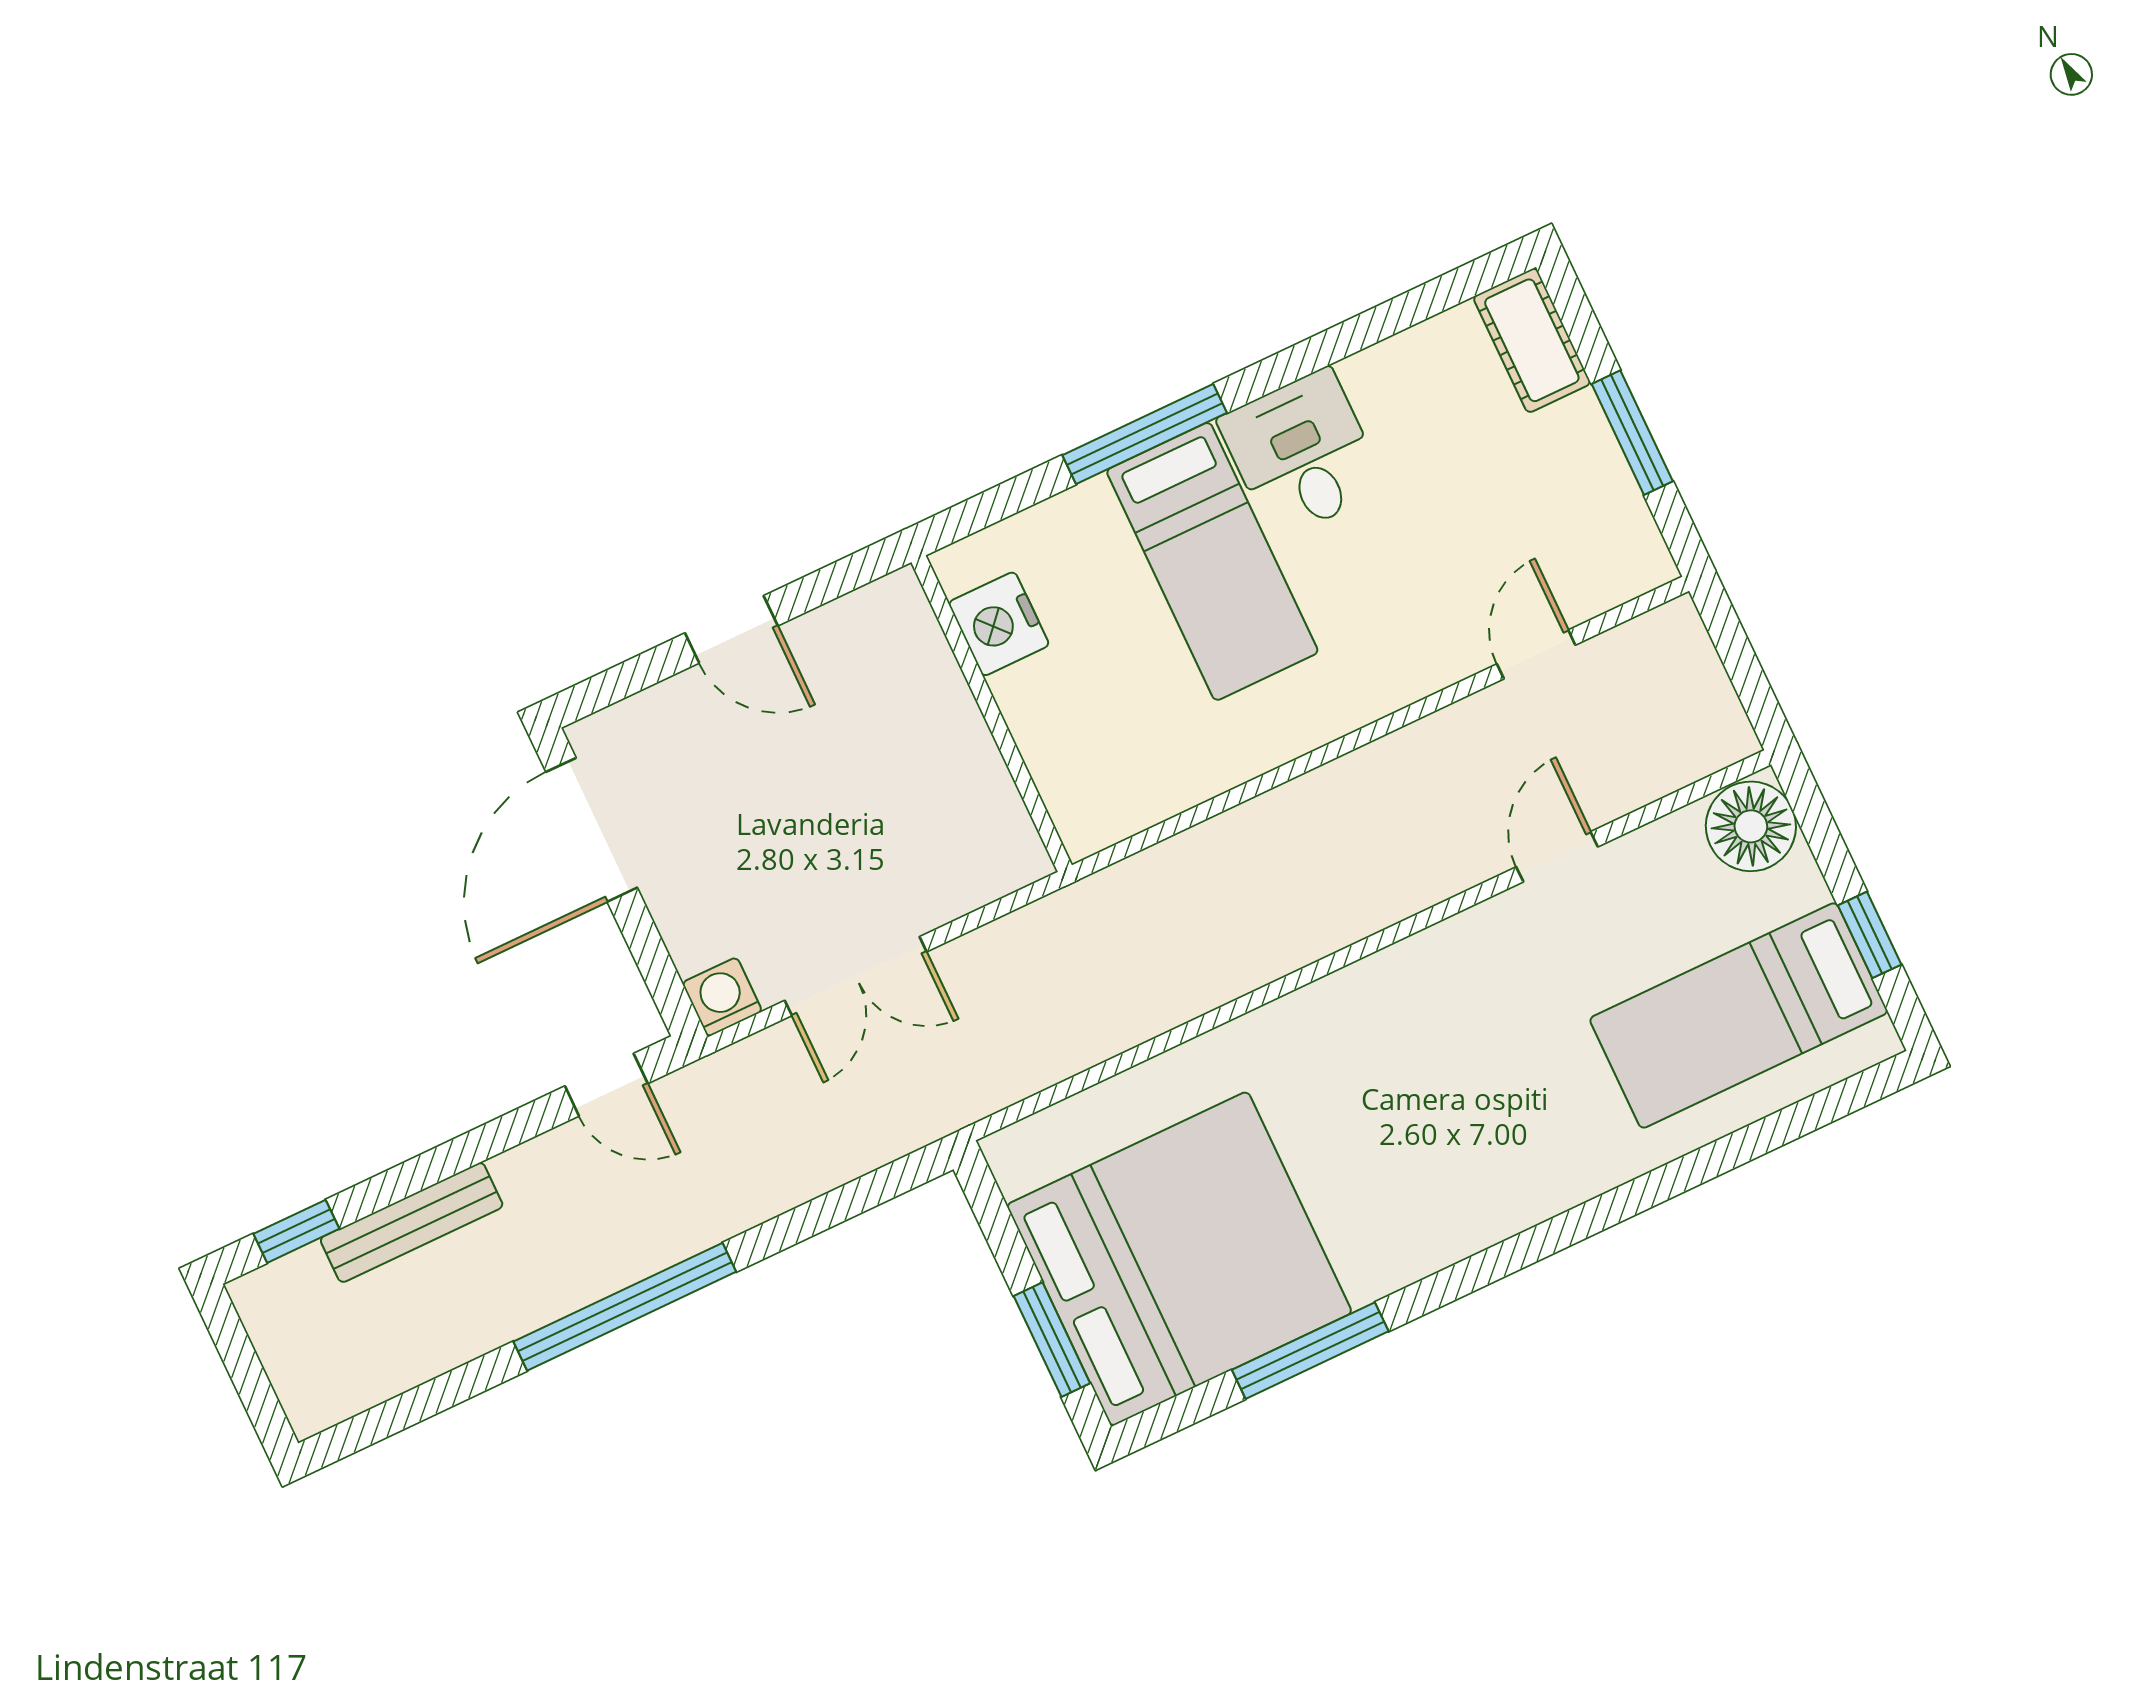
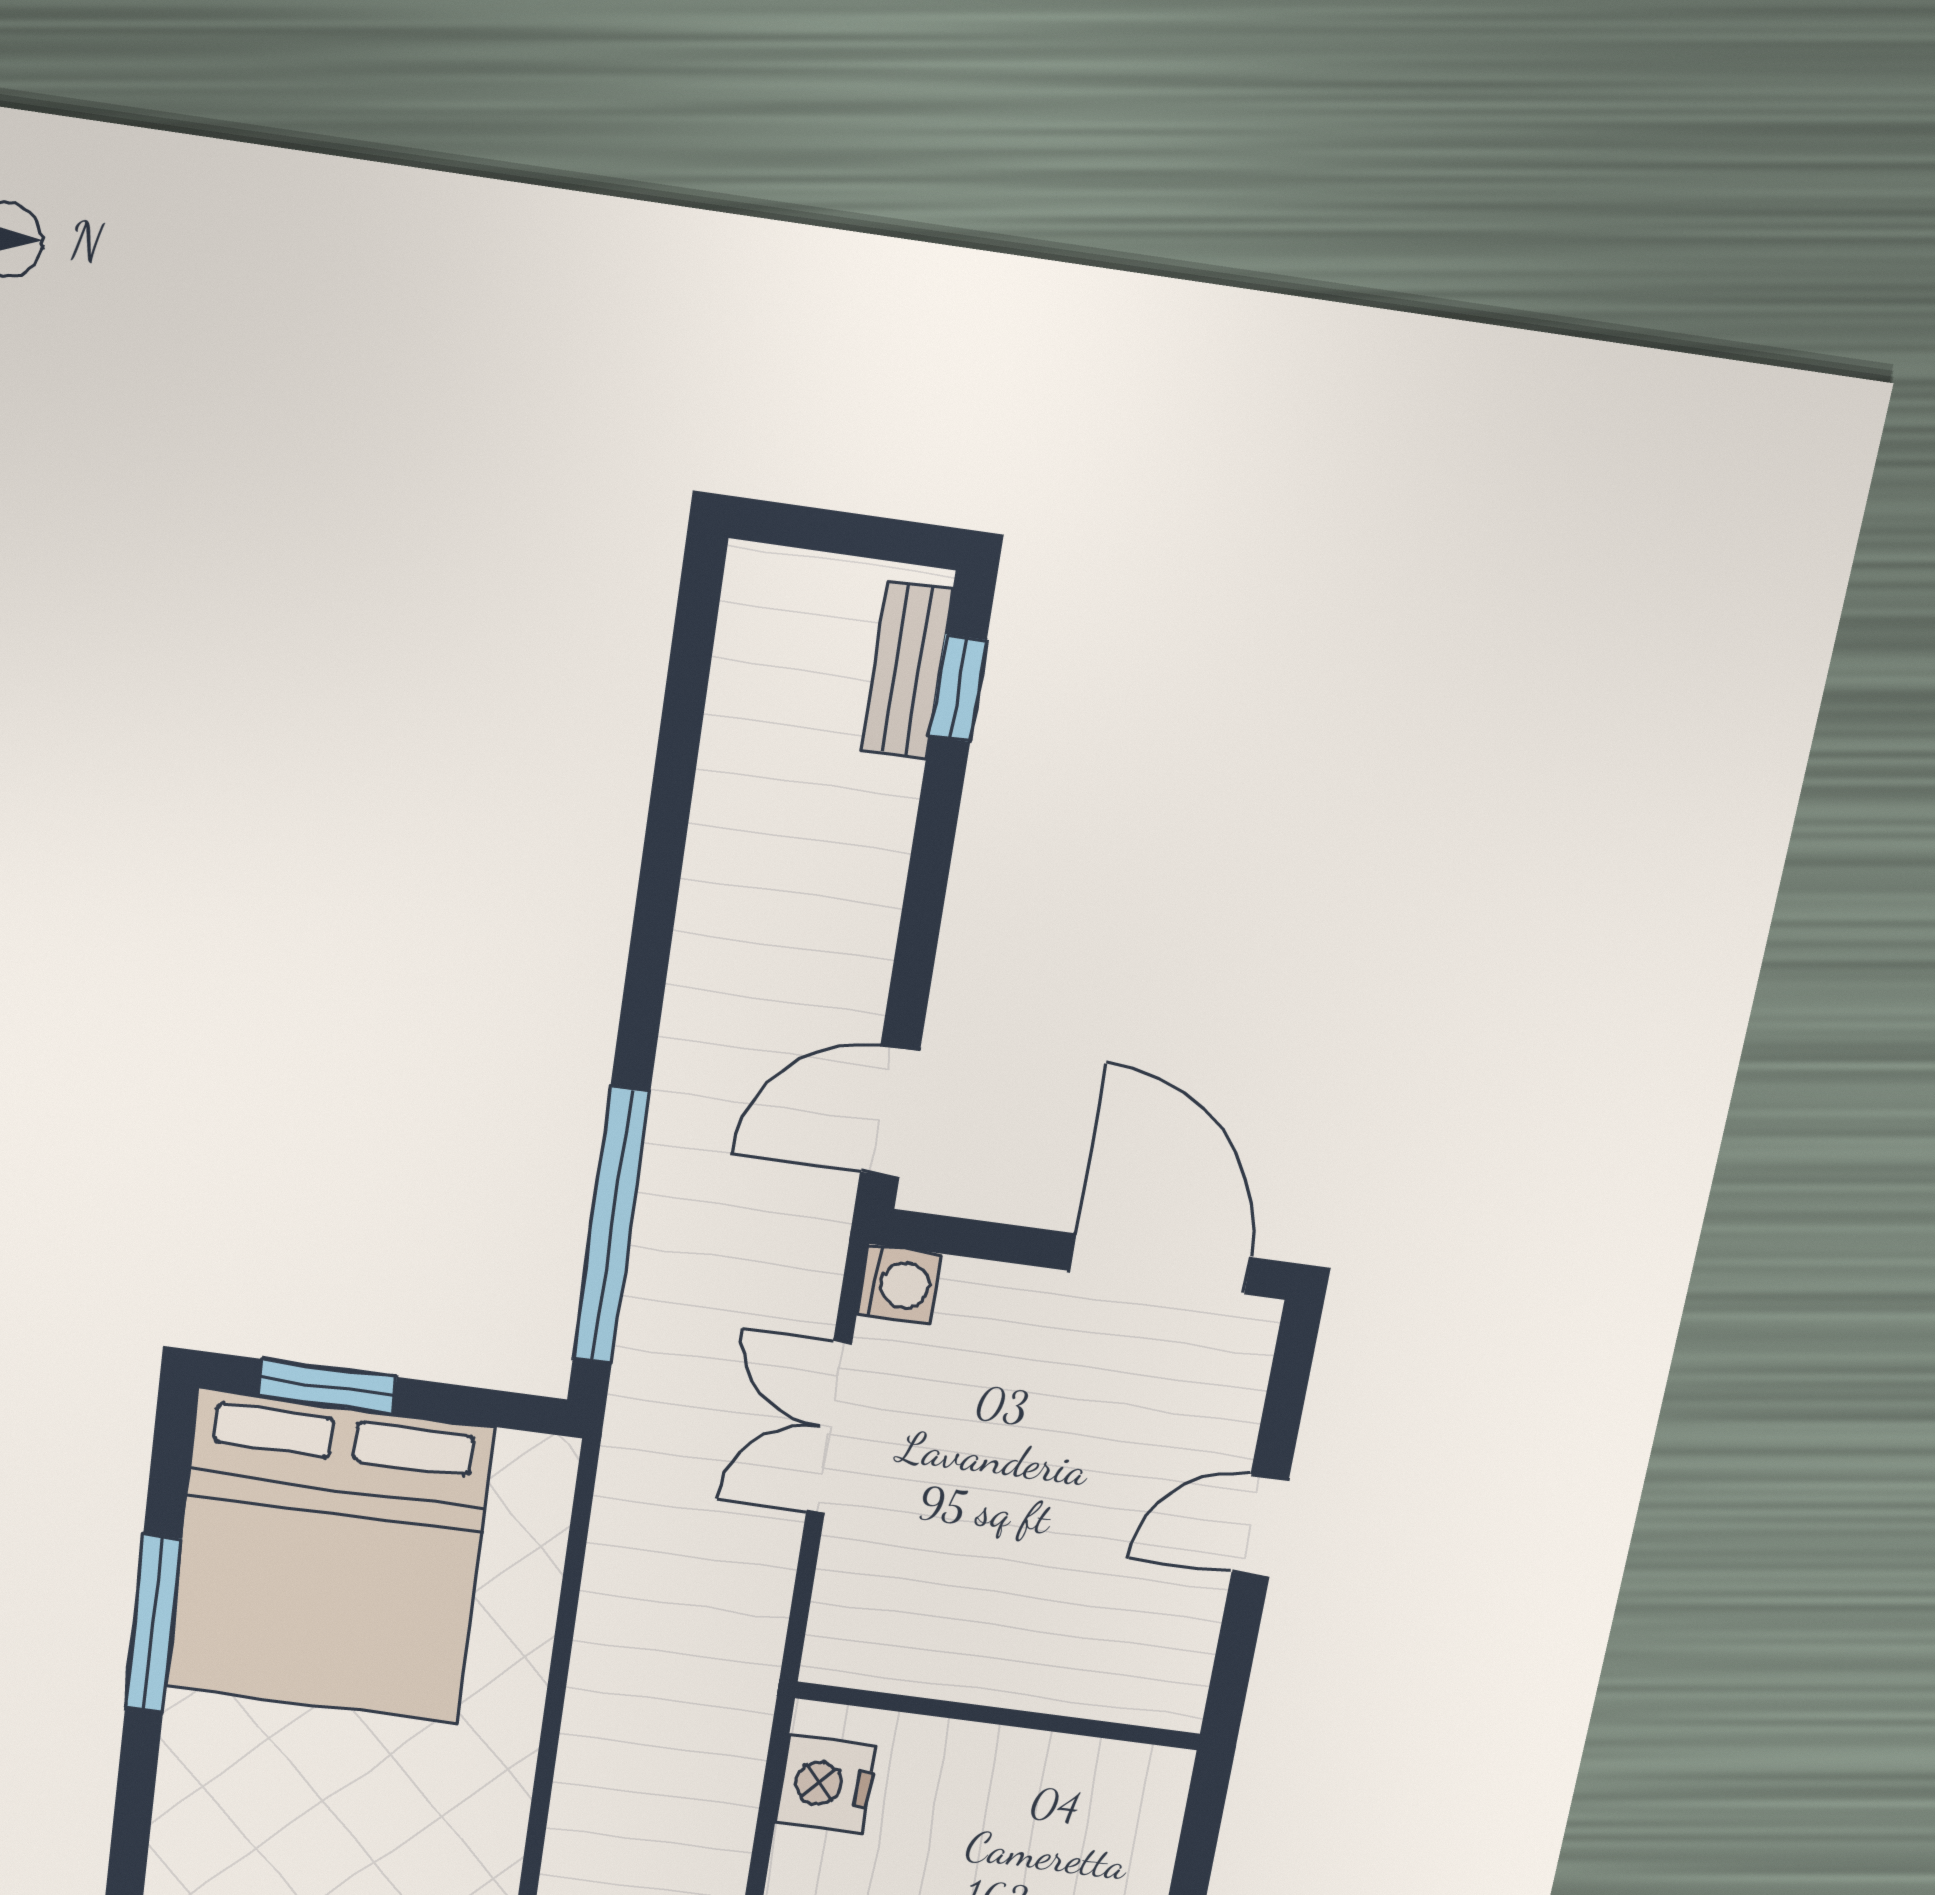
nightstand: (999, 624) -> (825, 1784), moved, turned -90
door: (606, 1085) -> (890, 1112), width x1.38
bench: (412, 1222) -> (907, 670), moved, width x0.73
window: (625, 1307) -> (611, 1227), moved

